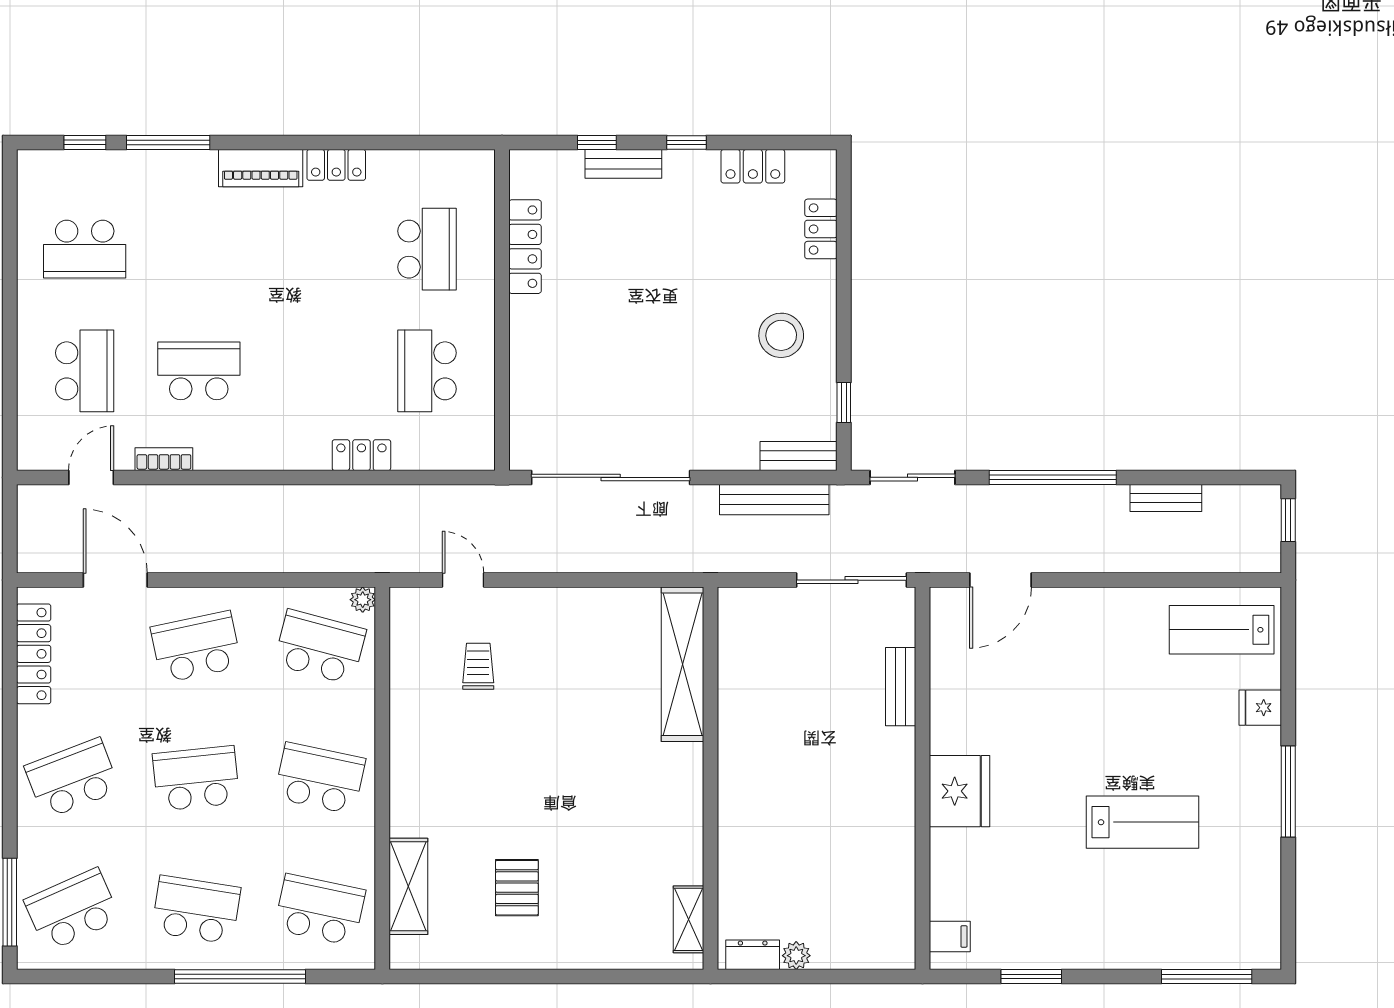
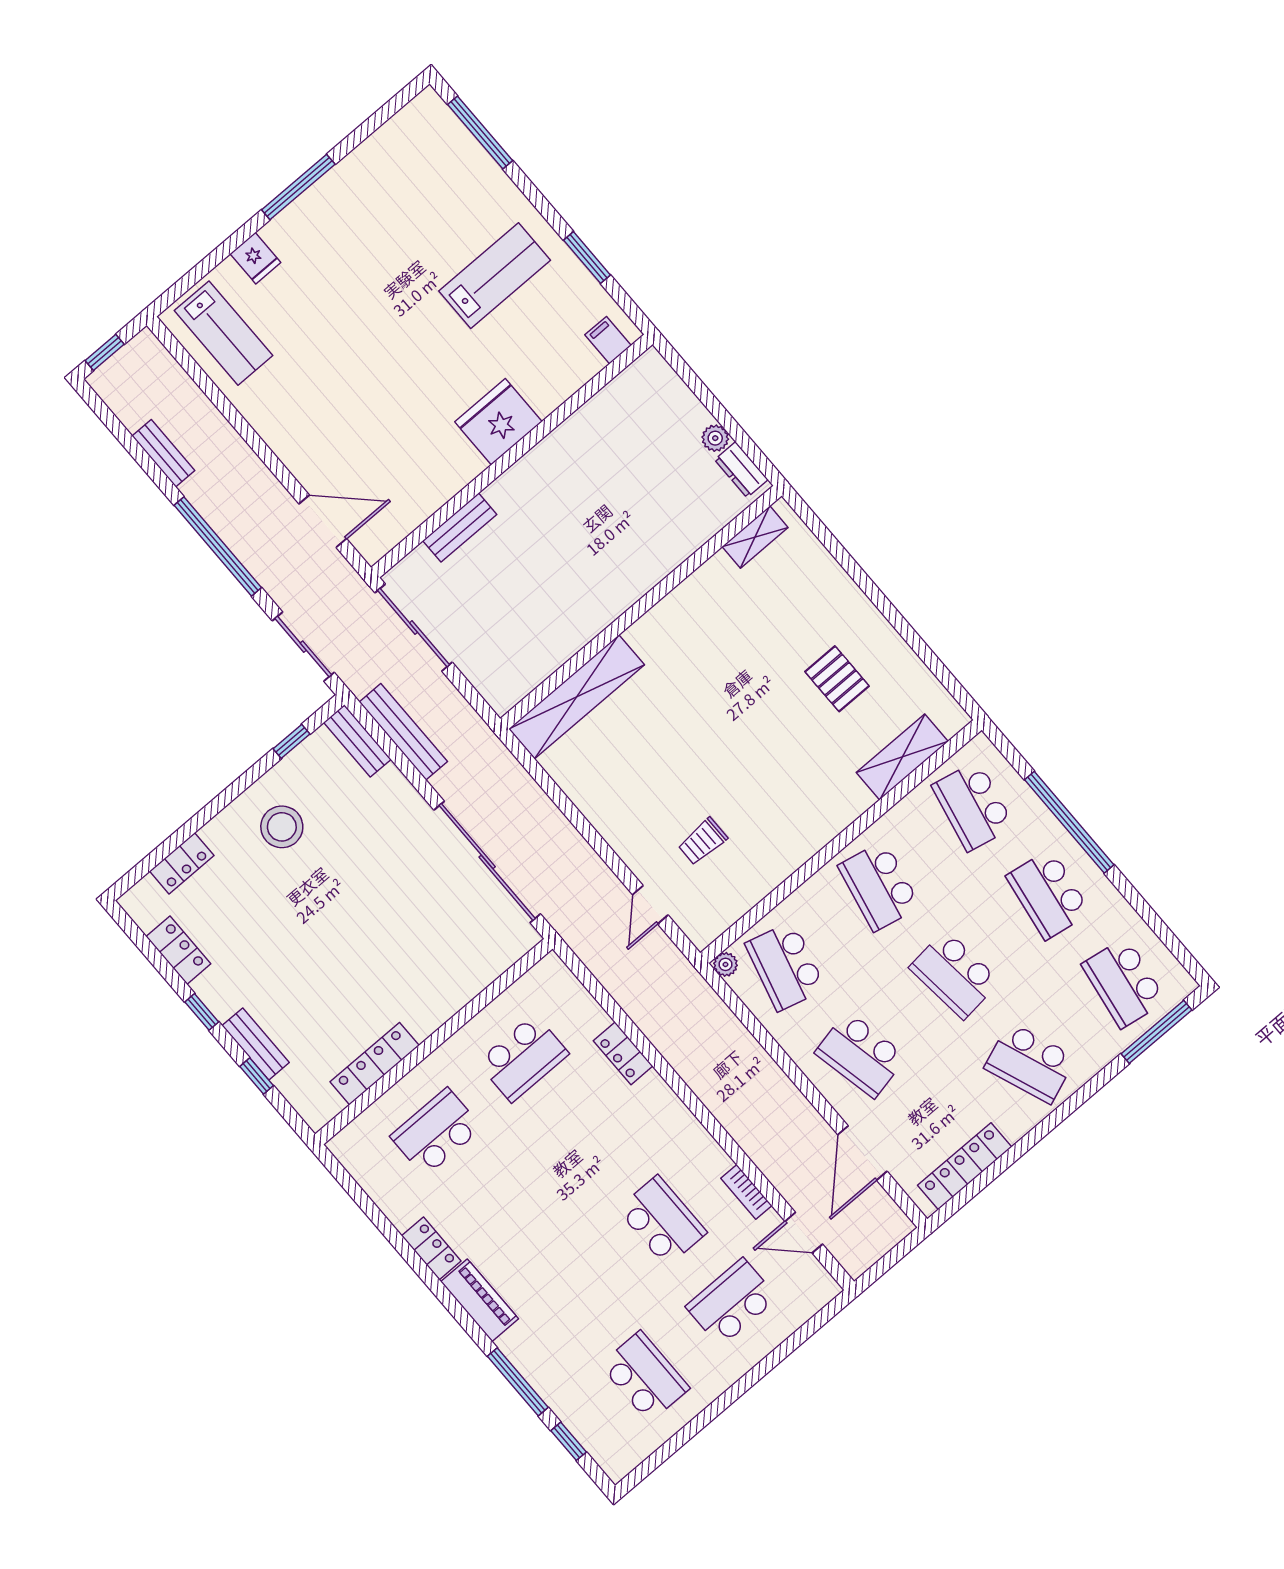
school desk: (199, 371) -> (662, 1221), turned 180
lab bench: (1143, 822) -> (495, 276), moved, turned 90
pallet: (517, 888) -> (837, 679), turned 90
school desk: (72, 910) -> (1124, 983), turned 33

